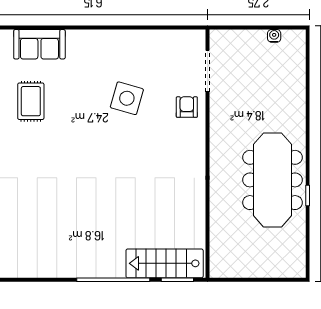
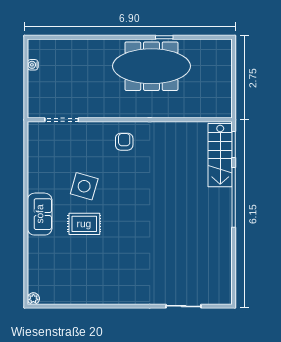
sofa: (39, 44) -> (40, 214), moved
rug: (31, 101) -> (84, 224), moved
armchair: (187, 107) -> (124, 142), moved, turned 90

